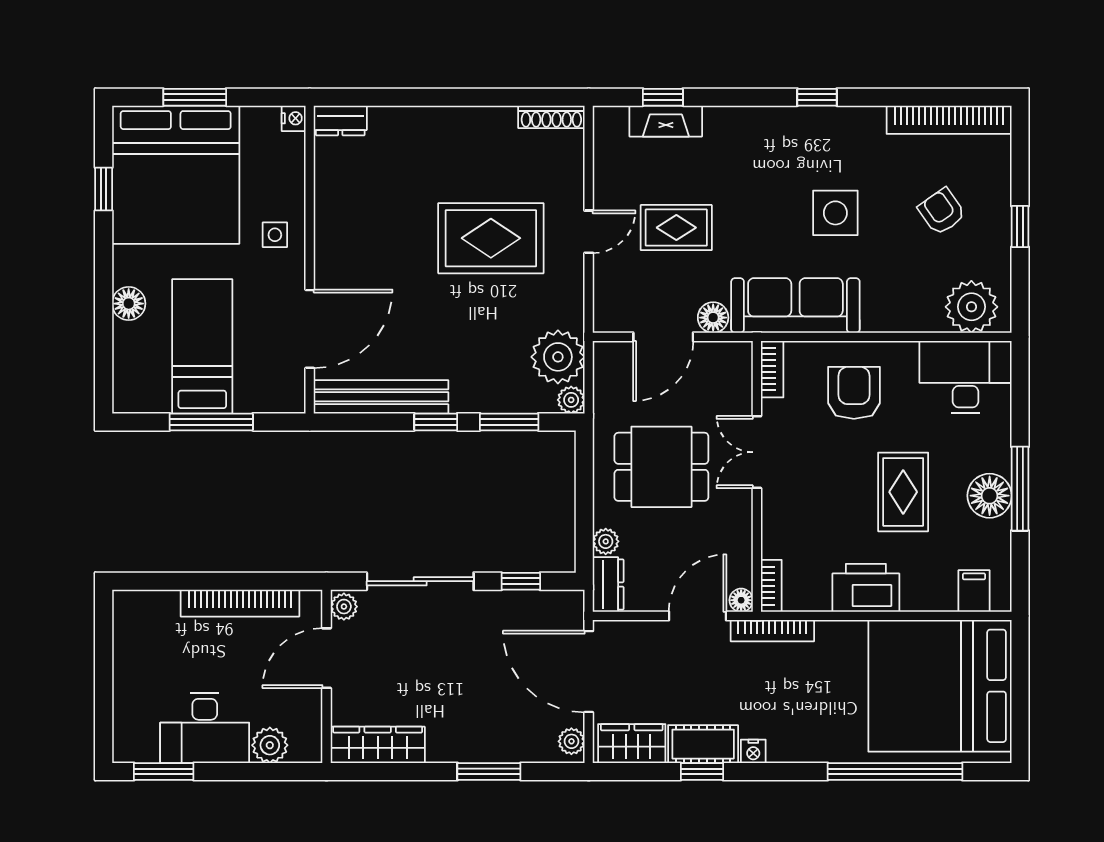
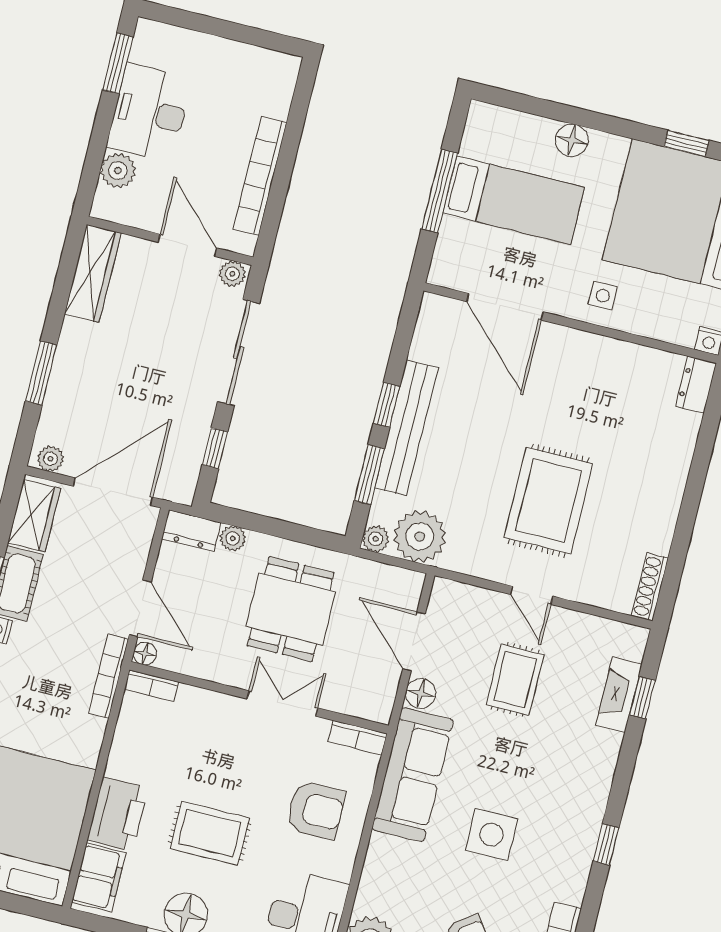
bench: (381, 397) -> (406, 428), moved
printer: (866, 588) -> (118, 814), moved
filing cabinet: (974, 591) -> (99, 877), width x2.00

